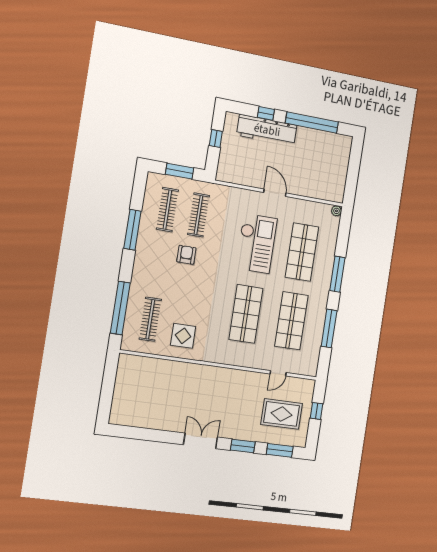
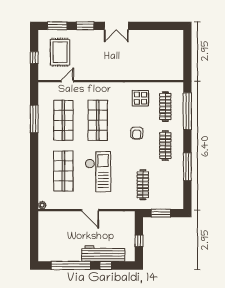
clothes rail: (167, 210) -> (165, 146), moved
checkout: (256, 243) -> (98, 172), turned 180
armchair: (186, 255) -> (137, 133), moved
window: (337, 274) -> (34, 159), removed
rug: (282, 414) -> (60, 52), turned 90

